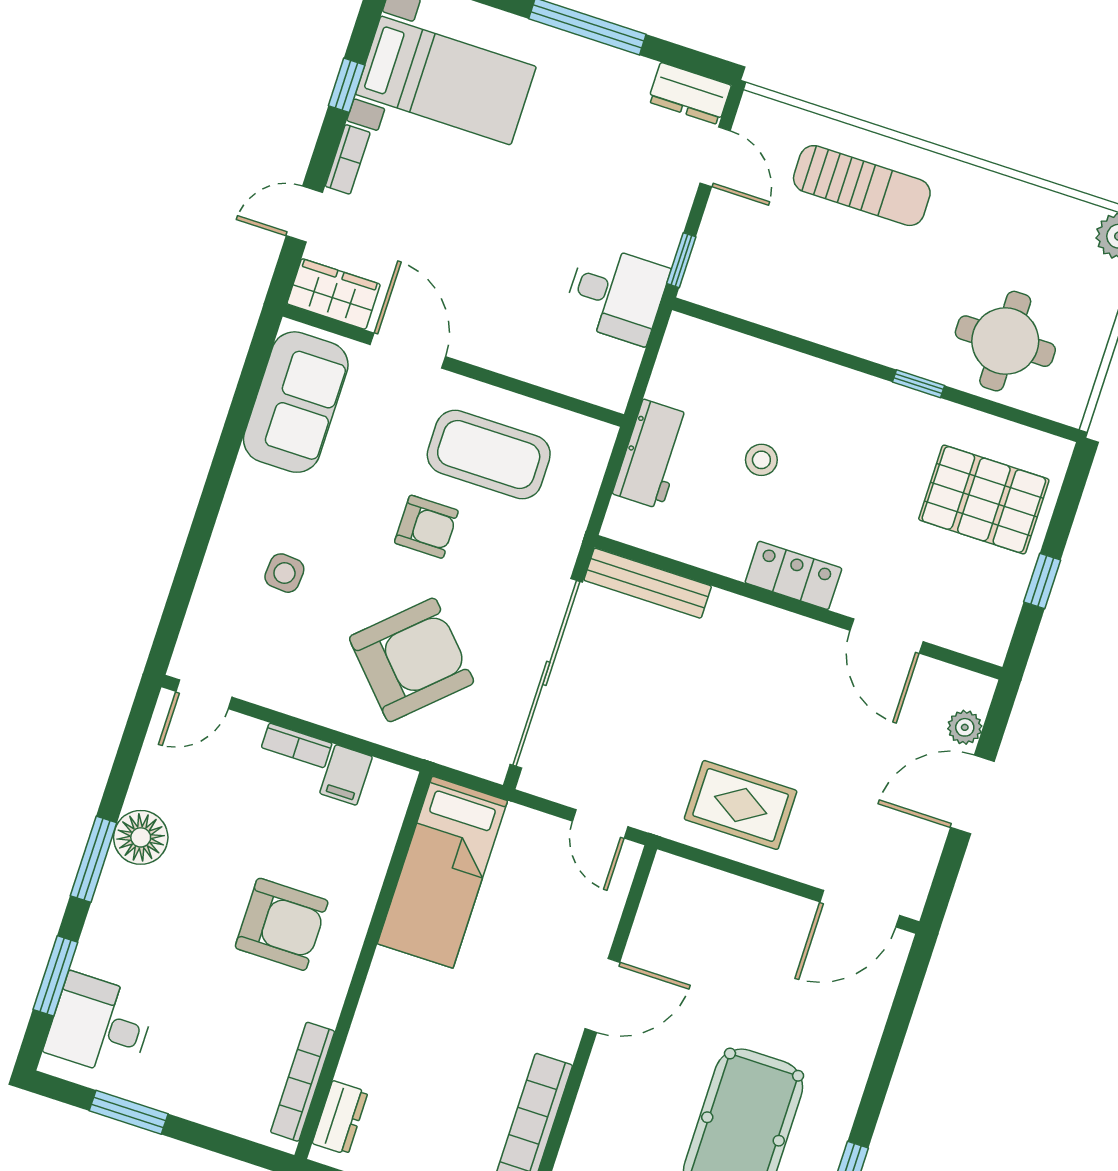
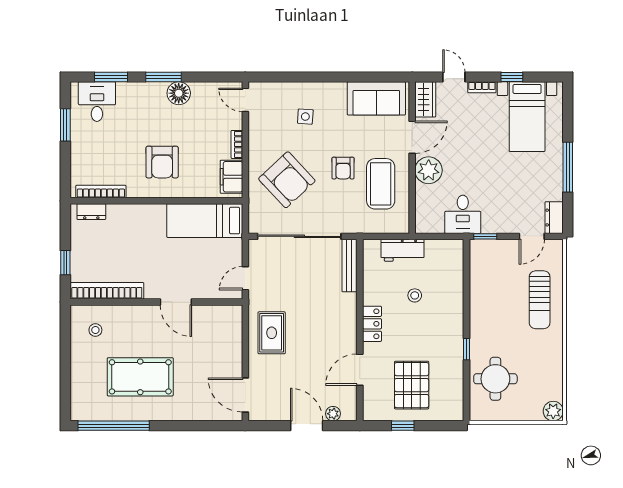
plant: (493, 338) -> (429, 170), added
pallet: (984, 500) -> (412, 385), moved
filing cabinet: (346, 775) -> (231, 177), width x2.00

